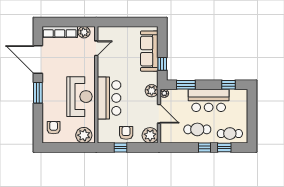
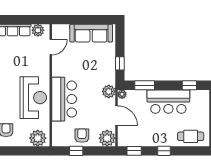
sofa: (149, 51) -> (91, 33), moved, turned -90
cafe table: (197, 129) -> (157, 132), removed
window: (224, 148) -> (134, 151), moved

